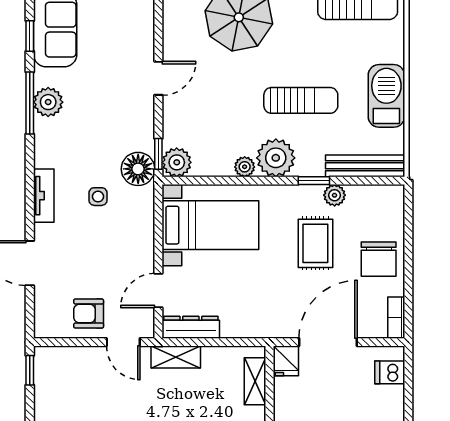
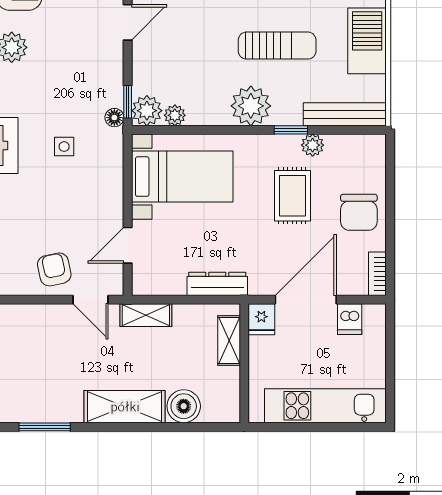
plant: (245, 167) -> (175, 115), moved
floor lamp: (138, 169) -> (114, 118), width x0.53, depth x0.53
armchair: (89, 314) -> (54, 269), turned 78
dresser: (191, 327) -> (217, 284), moved
dishwasher: (390, 372) -> (350, 319), moved, turned -90

